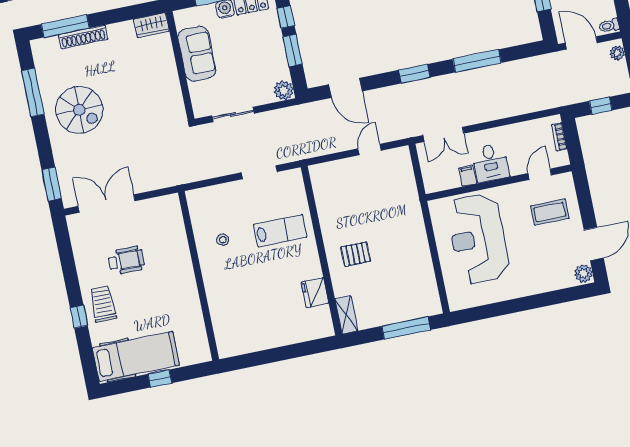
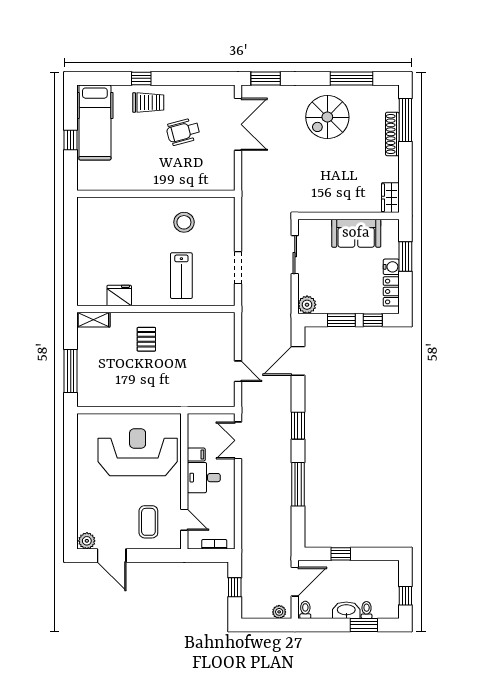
stool: (223, 240) -> (184, 222), width x1.89, depth x1.89
wheelchair: (126, 260) -> (183, 132), turned 75

